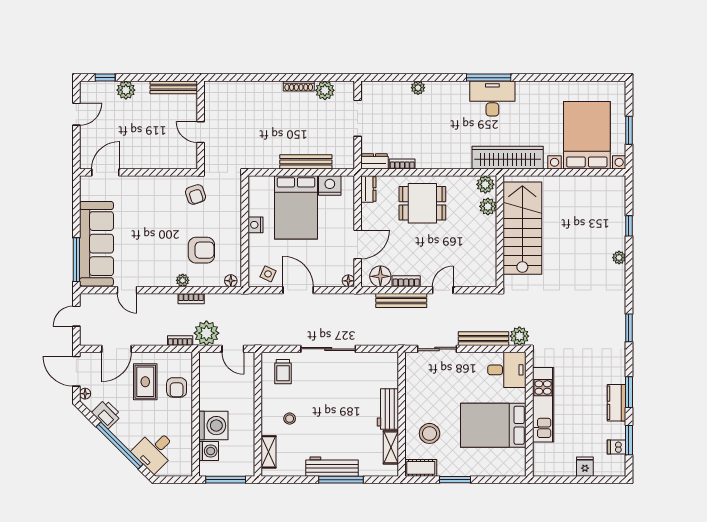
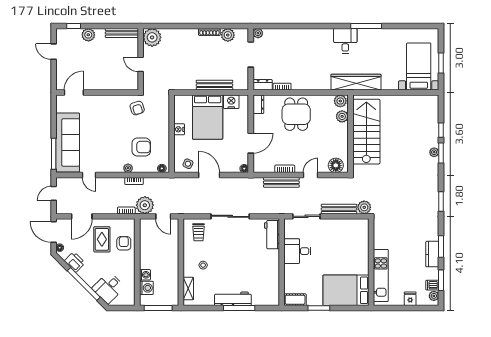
window: (489, 78) -> (366, 26), moved
plant: (418, 88) -> (258, 33), moved
plant: (217, 94) -> (152, 37), added
desk: (492, 98) -> (345, 41), width x0.73
door: (76, 114) -> (54, 52), swing flipped
bed with nightstands: (587, 135) -> (419, 66), width x0.73
dining table: (422, 203) -> (296, 114), turned 90
window: (629, 259) -> (441, 153), added
floor lamp: (380, 276) -> (336, 165), moved
desk: (507, 370) -> (297, 251), moved, turned 180
armchair: (177, 387) -> (124, 243), turned 180
kitchen unit: (543, 405) -> (381, 275), moved
workbench: (388, 409) -> (272, 235), moved
bed: (493, 425) -> (346, 290), moved
washing machine: (213, 426) -> (145, 275), width x0.53, depth x0.53
stool: (430, 433) -> (301, 276), removed
shelving: (391, 447) -> (274, 285), removed
plant: (619, 462) -> (434, 296), added

